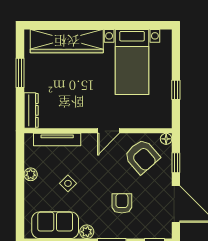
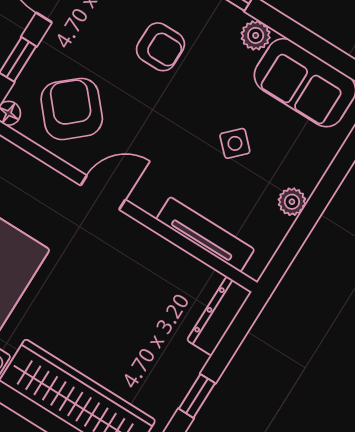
window: (20, 73) -> (197, 396), width x0.67
armchair: (122, 203) -> (160, 47), turned -90

